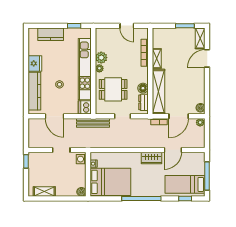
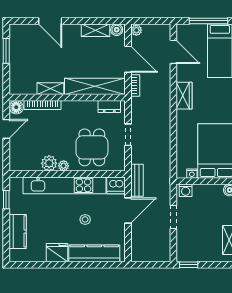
shelving: (200, 38) -> (95, 30), moved
floor lamp: (143, 88) -> (16, 107), moved
door: (55, 116) -> (128, 211), moved
bench: (93, 123) -> (137, 180), width x0.73
door: (173, 150) -> (173, 52), moved

